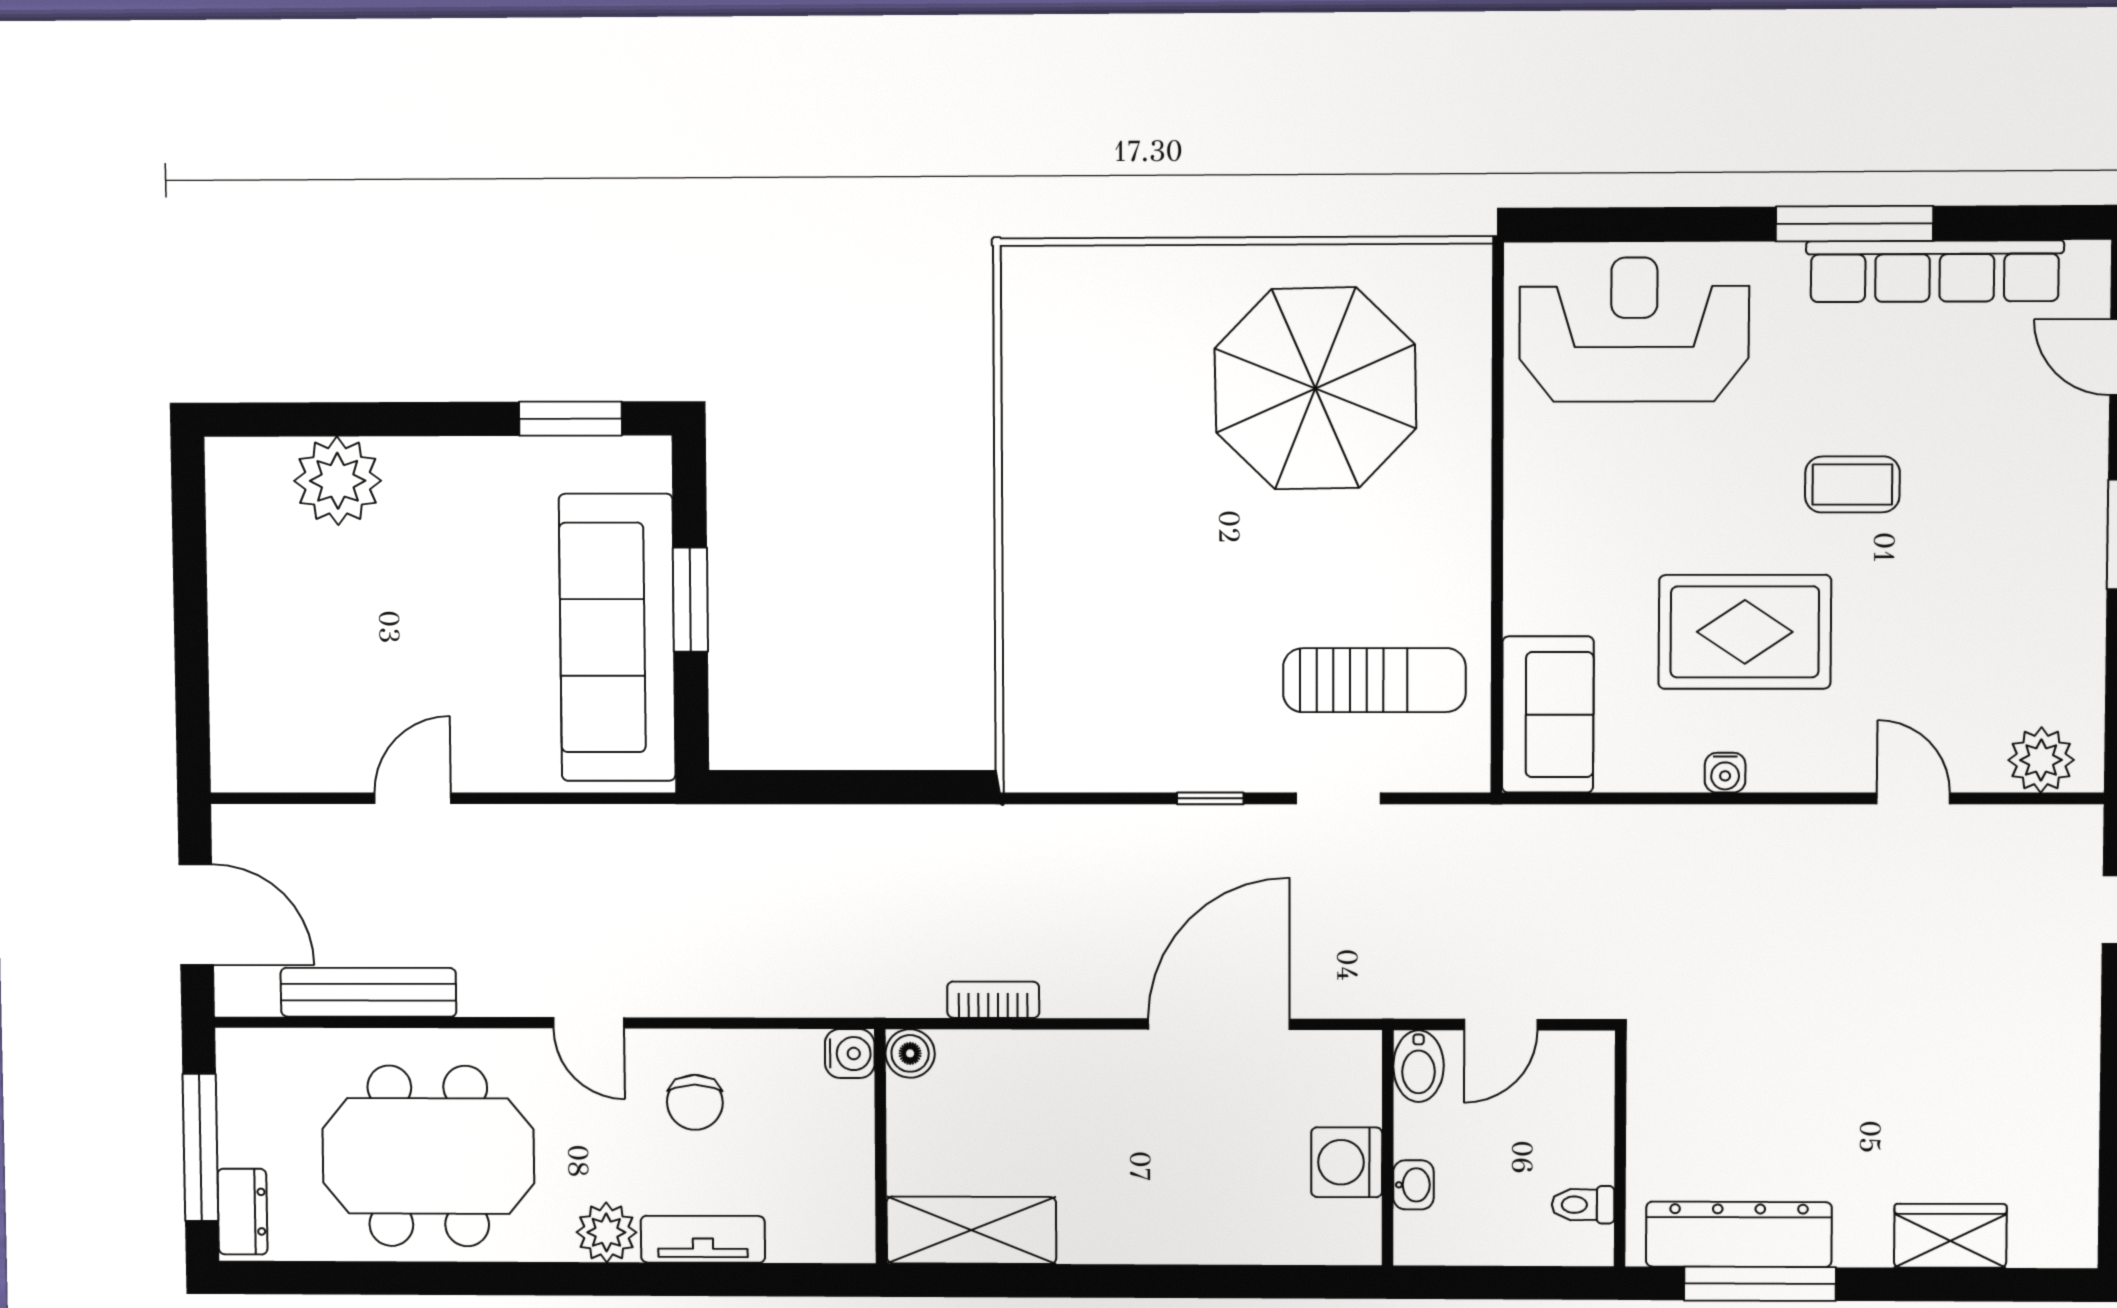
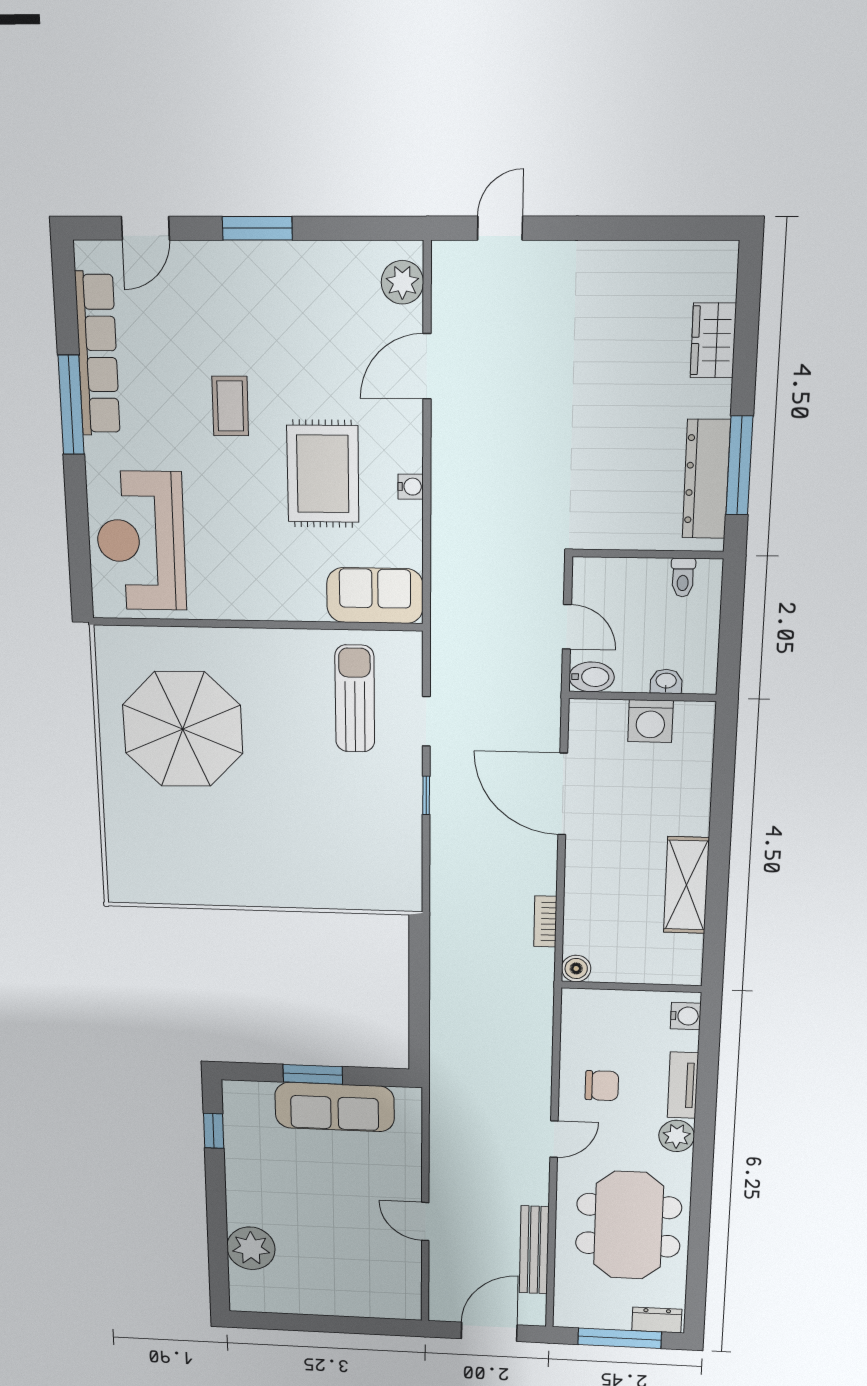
window: (570, 419) -> (214, 1131), width x0.67
sofa: (617, 638) -> (334, 1107), width x0.74, depth x0.79
door: (1913, 798) -> (427, 366), width x1.37
water cooler: (850, 1054) -> (686, 1016), moved, turned 90
shelving: (971, 1230) -> (686, 885), moved

